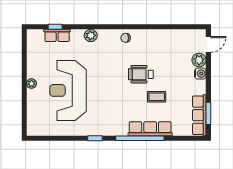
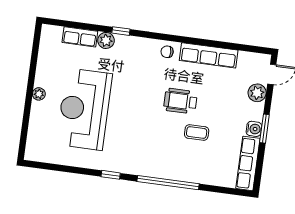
window: (55, 27) -> (121, 31), moved
plant: (91, 35) -> (106, 40), moved
water cooler: (200, 74) -> (254, 129), moved
window: (208, 113) -> (264, 129), moved
row of seats: (150, 129) -> (209, 55), moved, turned 180

